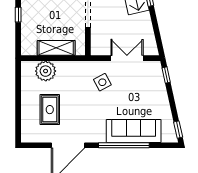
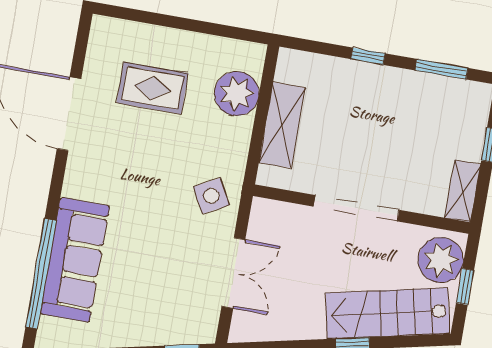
side table: (102, 82) -> (211, 196), moved
window: (124, 145) -> (41, 274), moved

